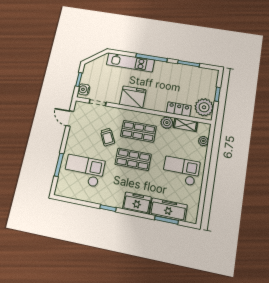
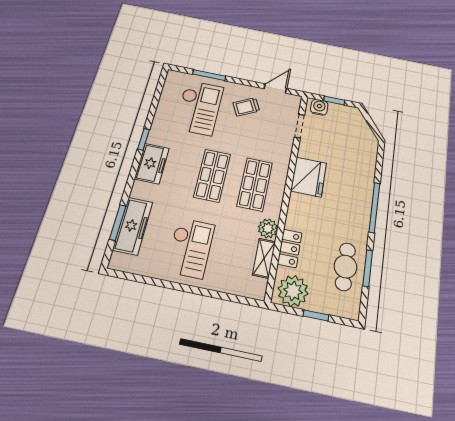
kitchen unit: (130, 62) -> (365, 175), removed
cafe table: (188, 76) -> (345, 267), added
trolley: (107, 137) -> (246, 107), moved
plant: (203, 141) -> (237, 287), removed
freezer: (137, 203) -> (152, 164), moved

